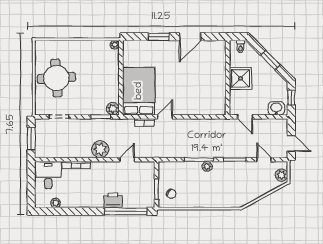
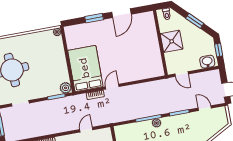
plant: (100, 149) -> (61, 125), removed
plant: (282, 175) -> (222, 119), removed

